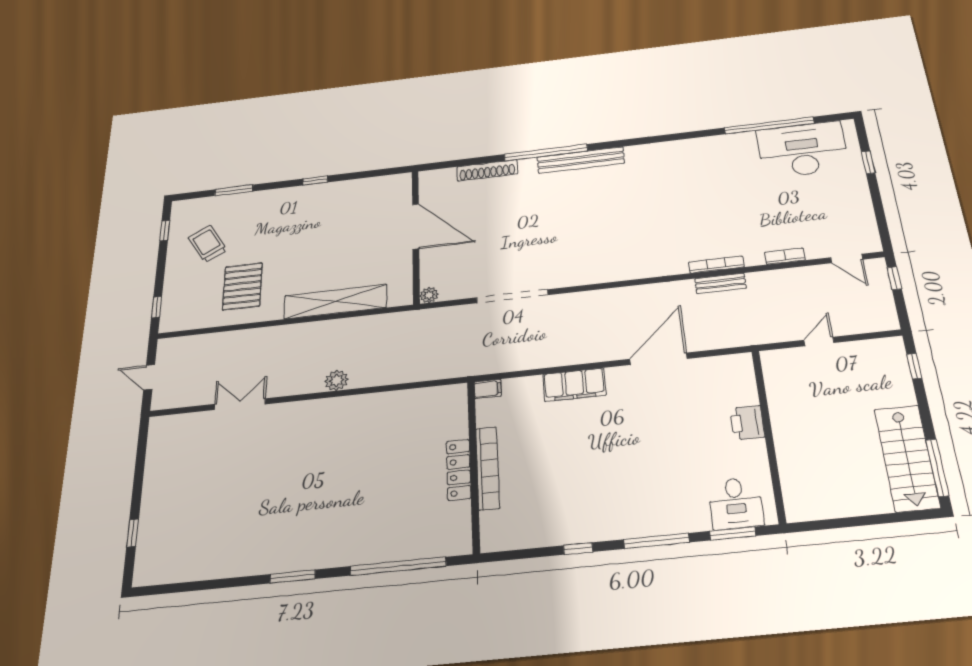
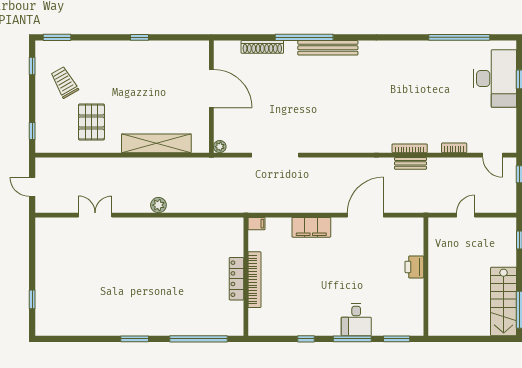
desk: (802, 150) -> (495, 79), moved, turned 90
window: (234, 190) -> (57, 37), moved
desk: (736, 503) -> (356, 320), moved

